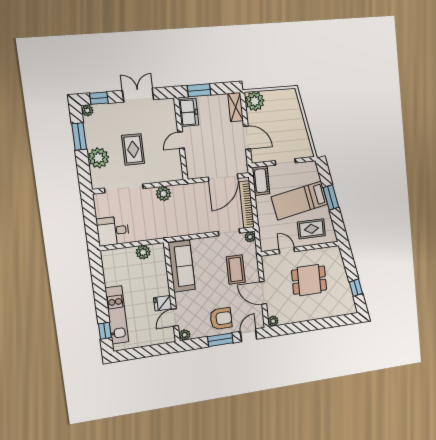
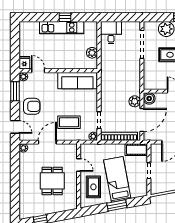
boiler: (194, 171) -> (149, 98), added
door: (223, 178) -> (142, 120), swing flipped
plant: (163, 194) -> (135, 101), moved
door: (287, 251) -> (79, 165), hinge flipped
fridge: (163, 303) -> (24, 63), moved
kitchen unit: (117, 315) -> (62, 28), moved
armchair: (221, 319) -> (32, 106), turned -90
window: (105, 331) -> (65, 17), moved
window: (220, 340) -> (15, 91), moved

